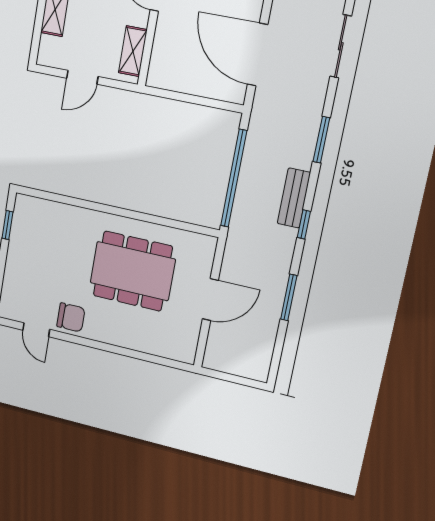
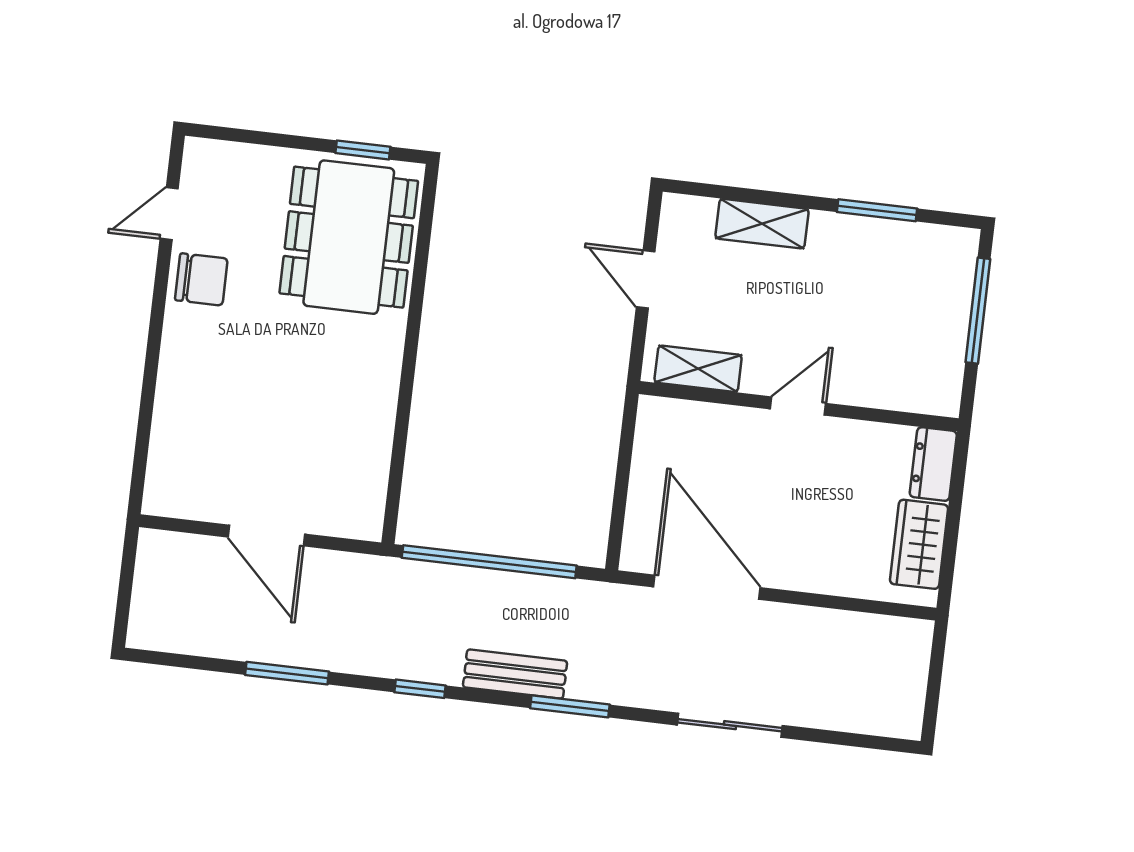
door: (258, 55) -> (707, 587), hinge flipped
bench: (294, 198) -> (515, 674), moved
dining table: (133, 271) -> (349, 237), moved
chair: (71, 317) -> (201, 279), turned -90

